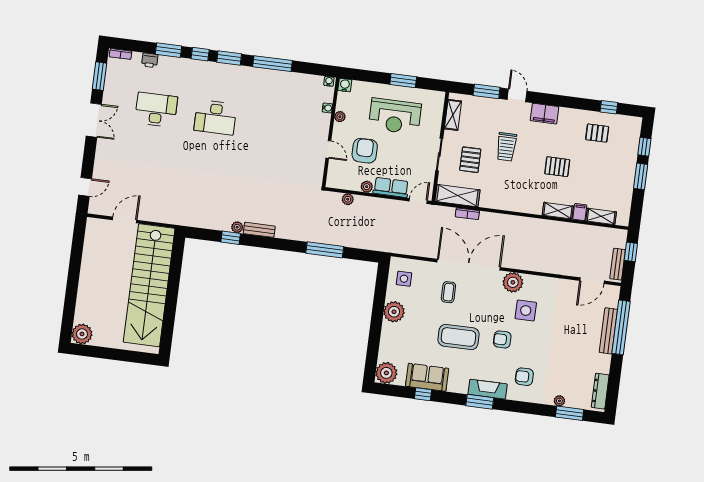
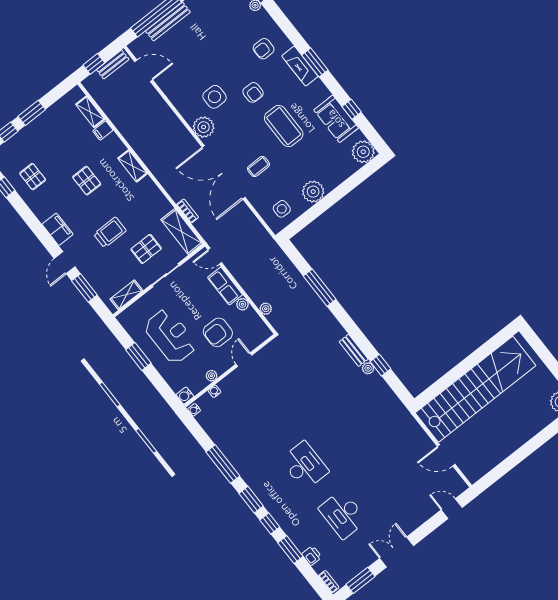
shelving: (558, 211) -> (133, 166), moved
armchair: (524, 377) -> (264, 49), turned 90

